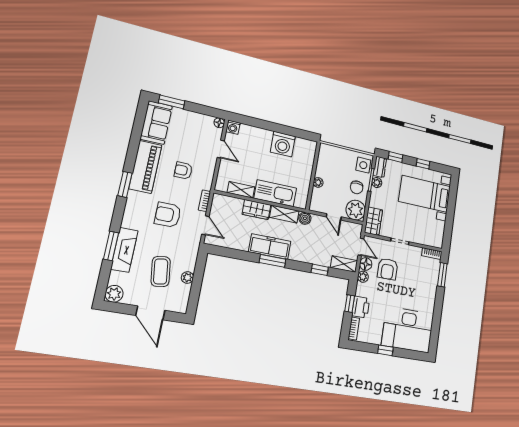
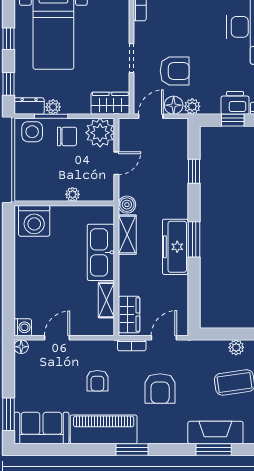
washing machine: (283, 144) -> (34, 221), moved, turned 90
wardrobe: (256, 210) -> (129, 315), moved
shelving: (344, 264) -> (180, 137), removed

